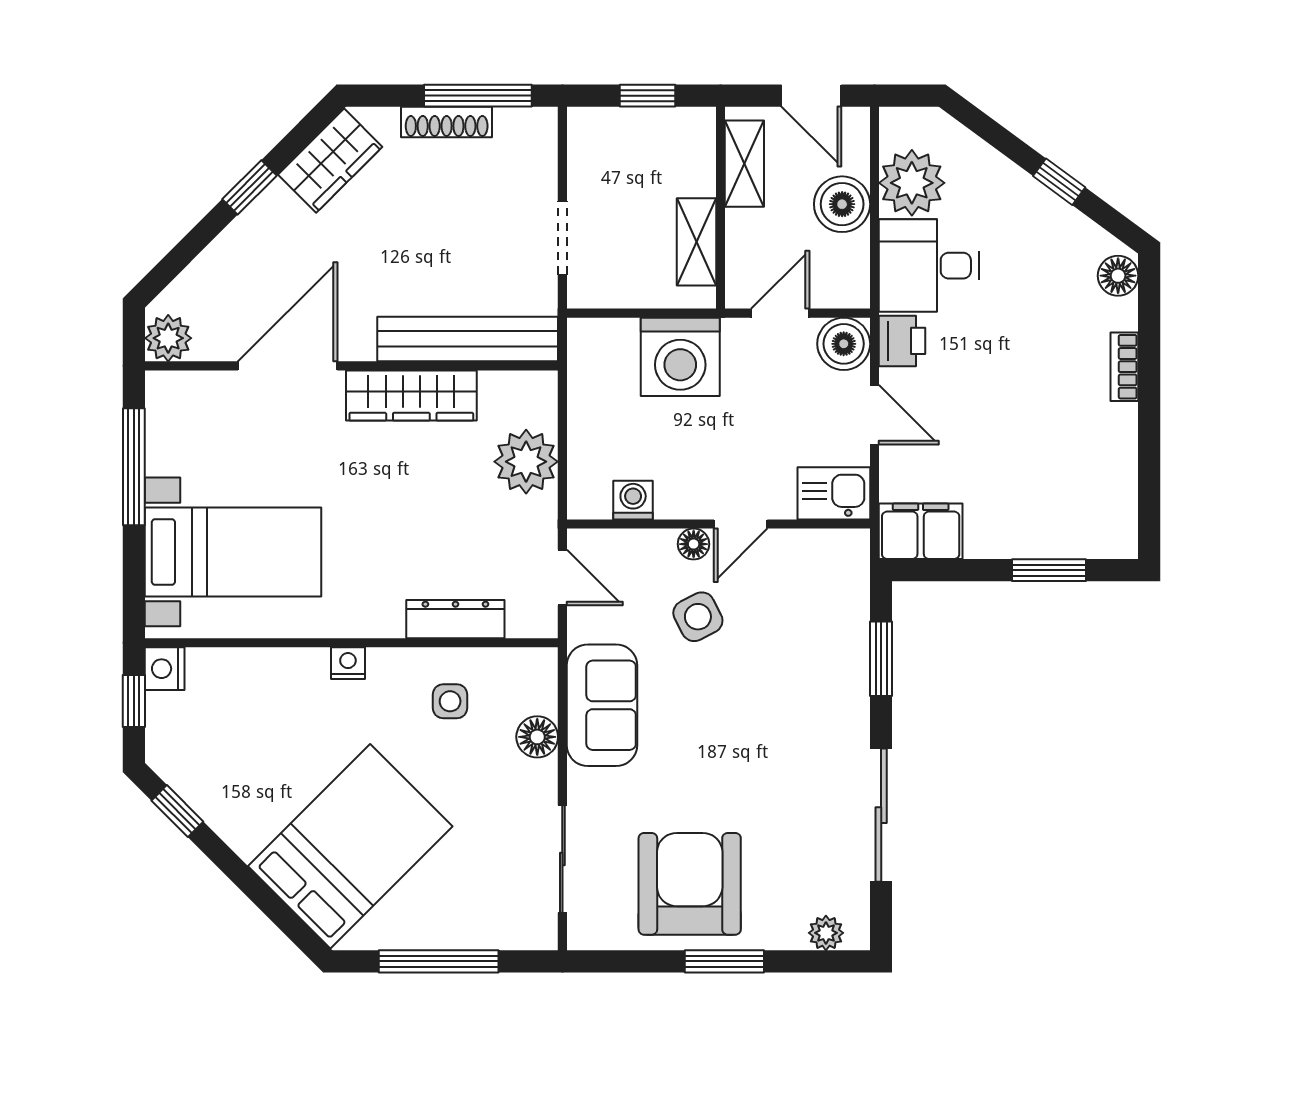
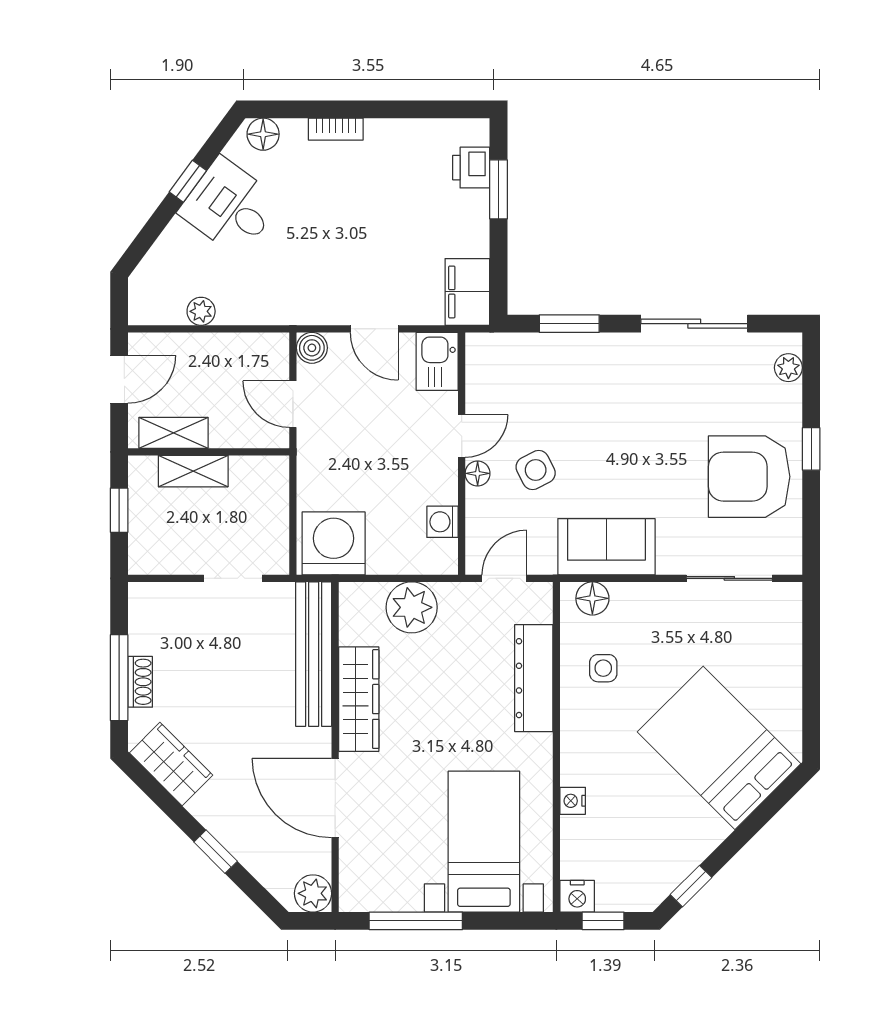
window: (478, 96) -> (119, 678), moved
shoe rack: (447, 122) -> (140, 682), width x0.70
plant: (912, 183) -> (201, 311), width x0.53, depth x0.53
window: (250, 187) -> (216, 852), moved
boiler: (842, 204) -> (206, 355), removed
shelving: (697, 242) -> (193, 471), moved
desk: (929, 266) -> (230, 207), moved, turned 126
printer: (902, 341) -> (471, 168), moved, turned -90
boiler: (844, 344) -> (312, 348), width x0.73, depth x0.73
washing machine: (680, 357) -> (334, 543), moved, turned -90
door: (874, 415) -> (374, 329), swing flipped
door: (741, 524) -> (462, 436), hinge flipped
dresser: (455, 619) -> (534, 678), width x1.37, depth x1.24
nightstand: (348, 663) -> (573, 801), moved
floor lamp: (537, 737) -> (592, 598), moved
window: (439, 961) -> (811, 677), removed
window: (724, 961) -> (811, 449), width x0.67

